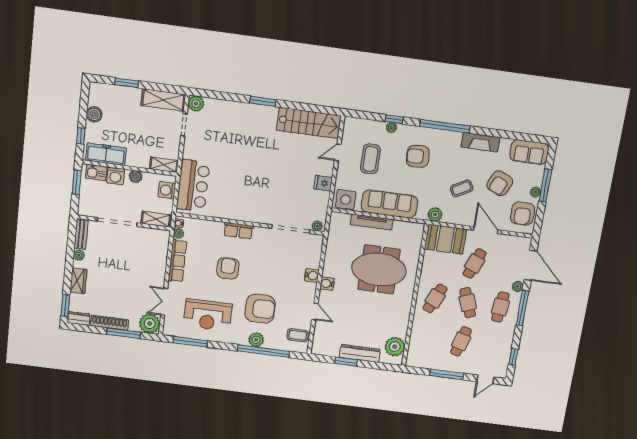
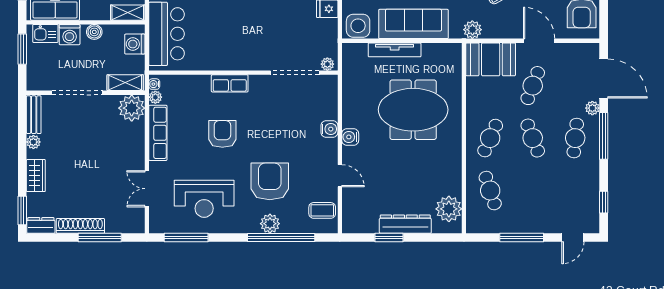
armchair: (260, 309) -> (270, 181), turned -90
plant: (150, 324) -> (132, 108), moved
cafe table: (461, 341) -> (490, 191), moved, turned -33

